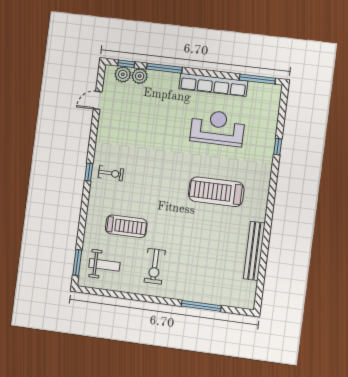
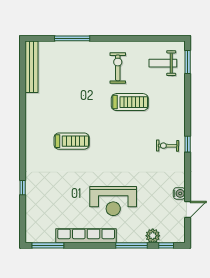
plant: (123, 74) -> (168, 236), removed
water cooler: (105, 119) -> (179, 193), added
reception desk: (217, 128) -> (113, 201), moved
treadmill: (216, 192) -> (72, 141), width x0.73, depth x0.73
treadmill: (126, 226) -> (130, 102), moved, turned 180
bench: (254, 251) -> (32, 67), moved

